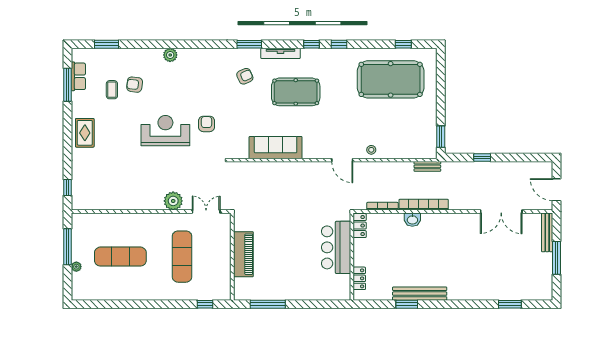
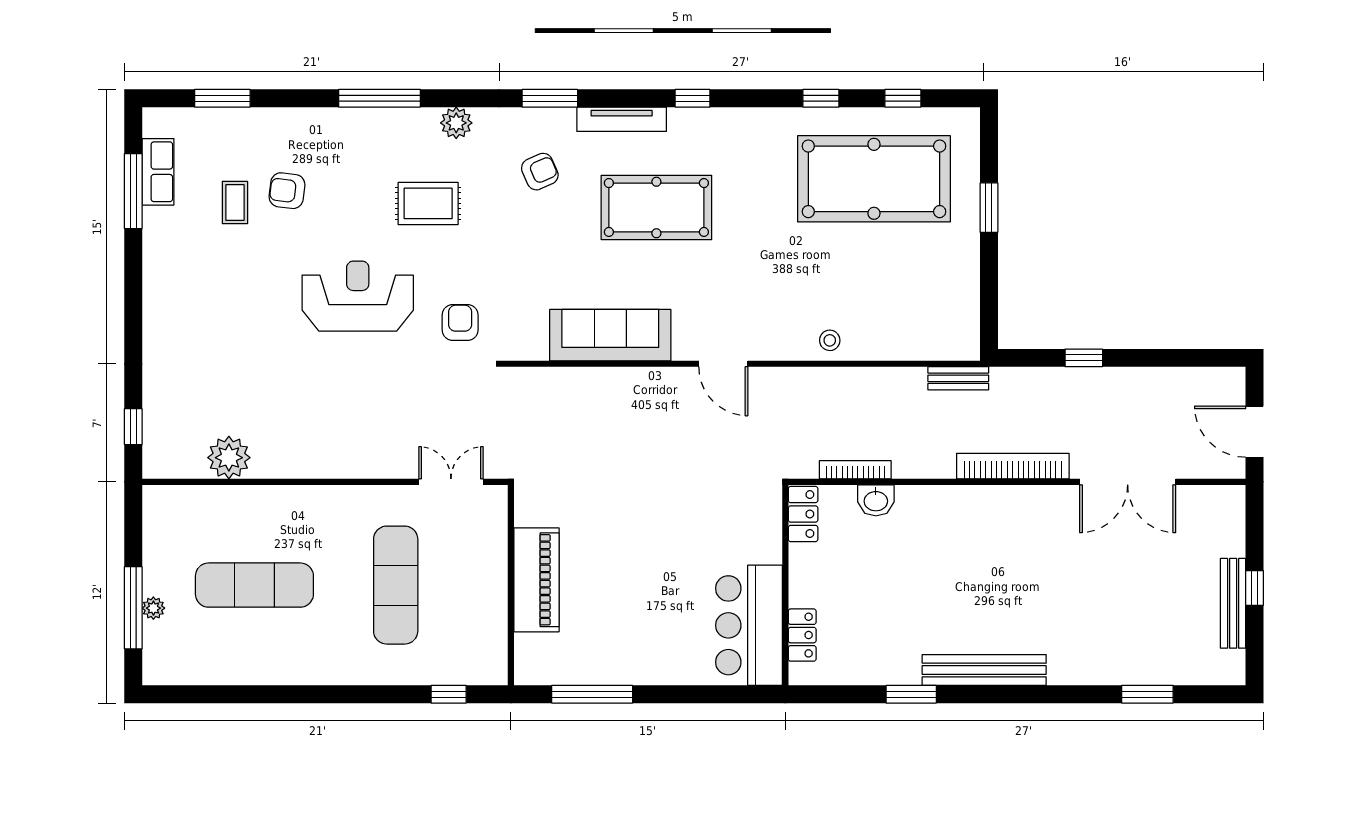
window: (175, 44) -> (380, 98), added
window: (339, 44) -> (821, 98), moved
plant: (170, 55) -> (456, 123), moved
armchair: (207, 124) -> (460, 322), moved
rug: (85, 133) -> (428, 203), moved, turned 90
window: (441, 137) -> (989, 208), moved
door: (342, 160) -> (723, 364), moved
plant: (173, 201) -> (229, 458), moved
bookcase: (424, 205) -> (1013, 466), moved
washbasin: (412, 220) -> (876, 500), moved
bench: (547, 232) -> (1233, 603), moved
window: (68, 247) -> (133, 608), moved
bar counter: (336, 247) -> (749, 625), moved
window: (557, 258) -> (1254, 588), width x0.46
bench: (420, 294) -> (984, 670), moved

